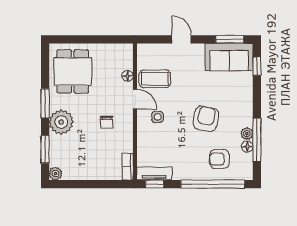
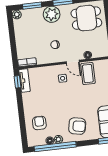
door: (135, 99) -> (73, 62), hinge flipped
armchair: (206, 119) -> (77, 126), moved
window: (257, 140) -> (55, 147), width x1.46
window: (213, 184) -> (22, 121), removed

